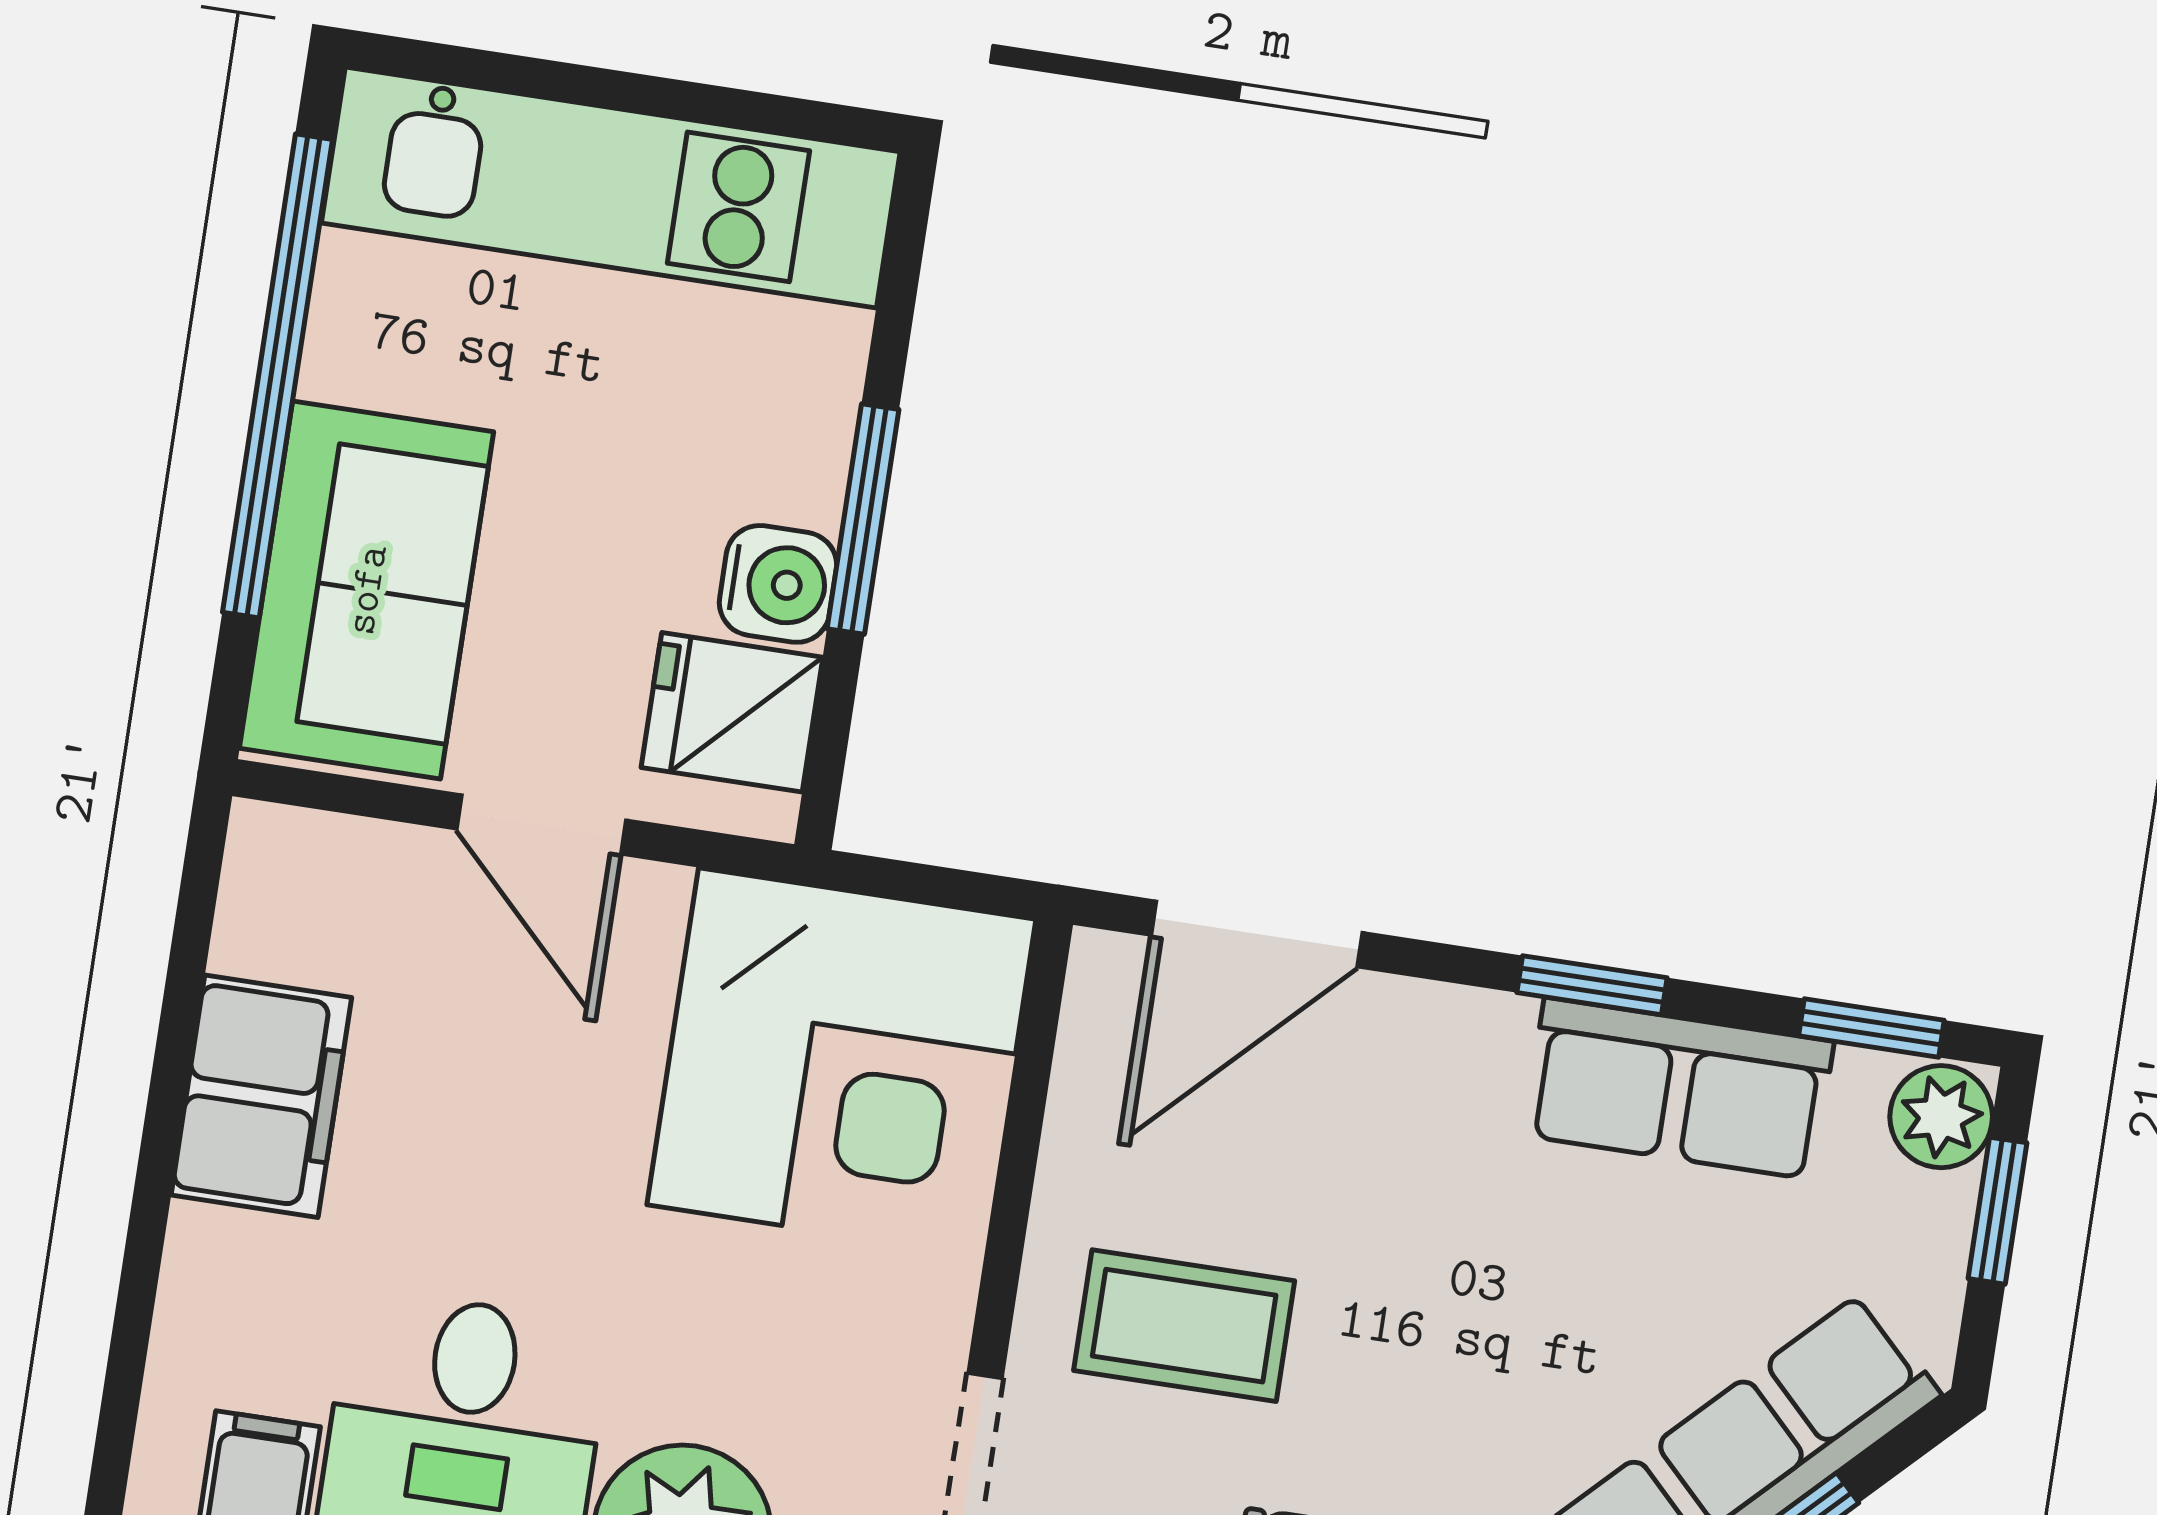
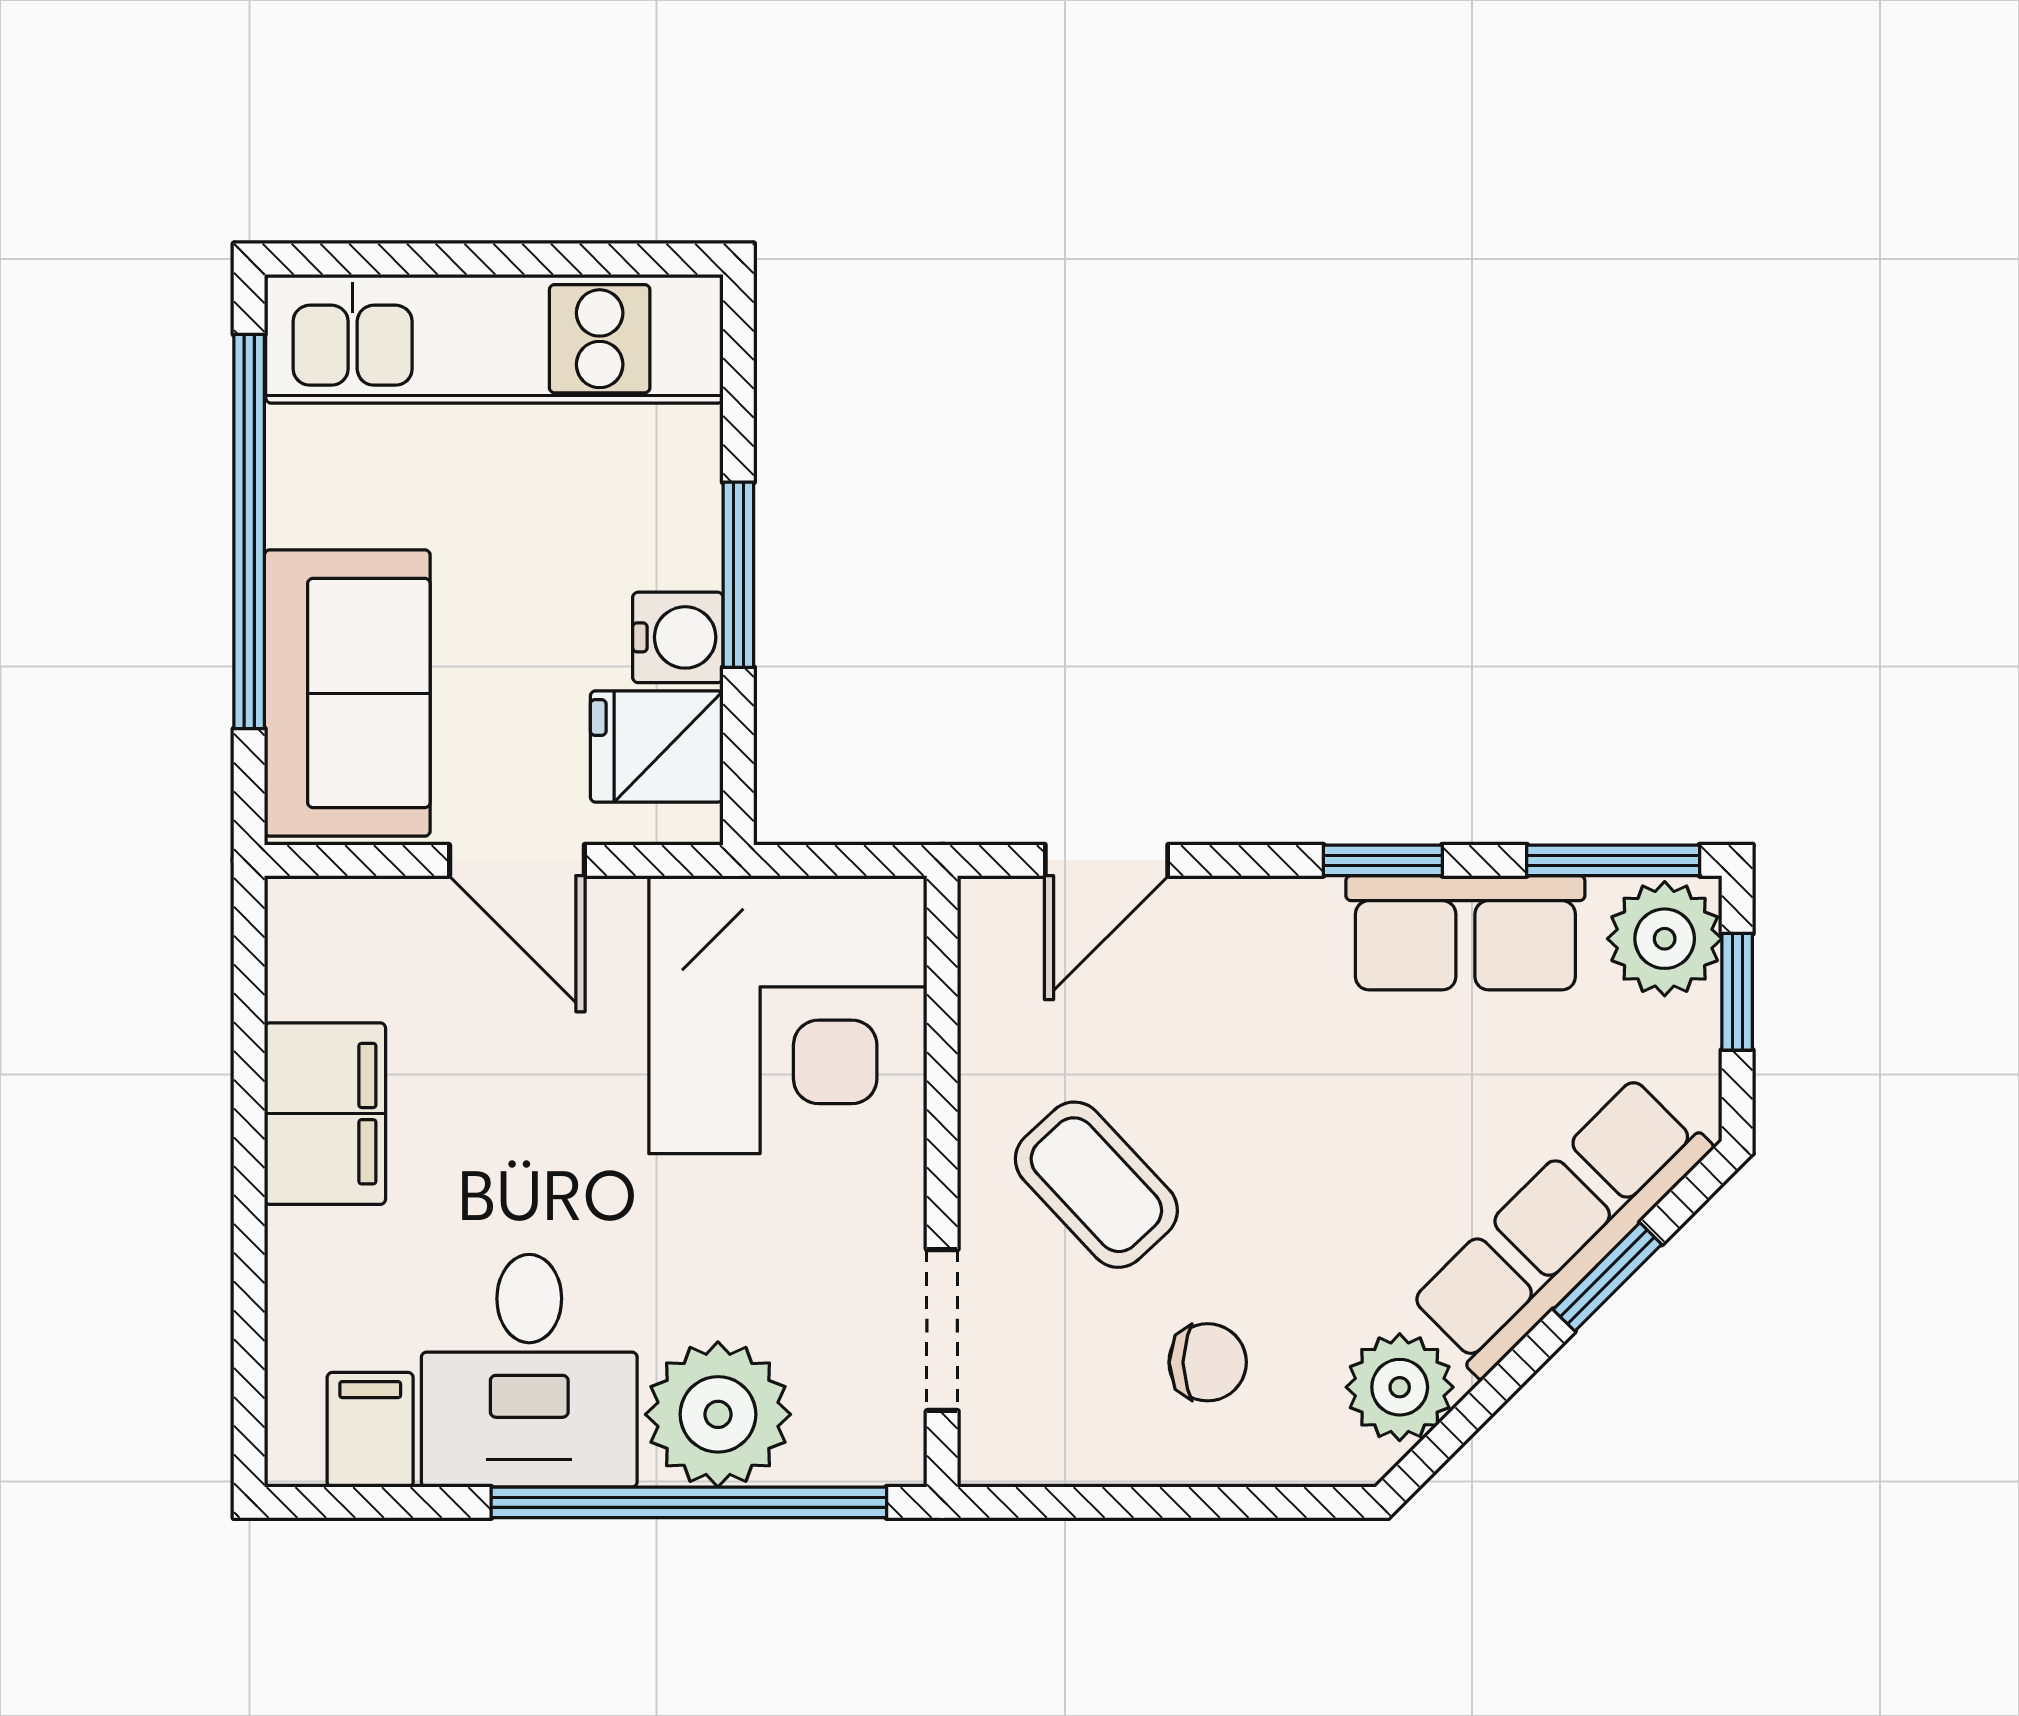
door: (1257, 934) -> (1107, 860), width x0.73
window: (1871, 1028) -> (1613, 860), width x1.50
plant: (1941, 1117) -> (1665, 939), width x1.38, depth x1.38
coffee table: (1184, 1326) -> (1096, 1185), turned 47

